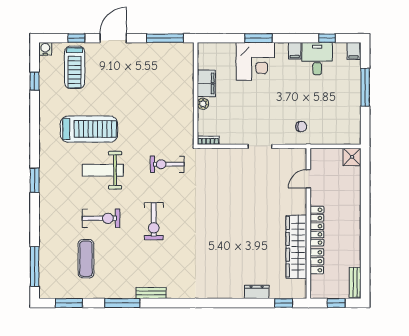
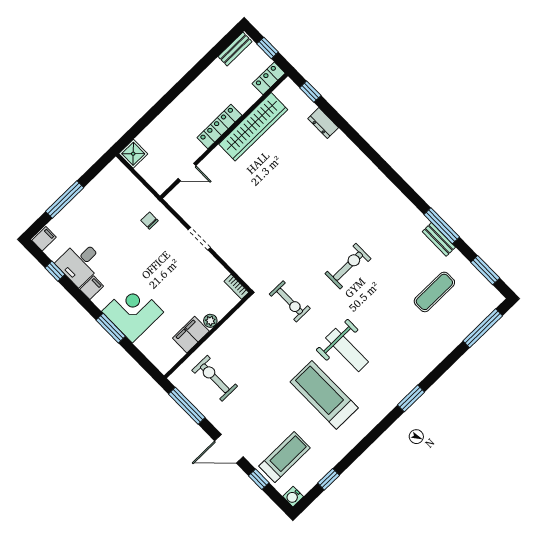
exercise bike: (101, 218) -> (215, 378), moved
locker: (317, 261) -> (269, 78), moved
bench: (151, 293) -> (439, 239), moved

